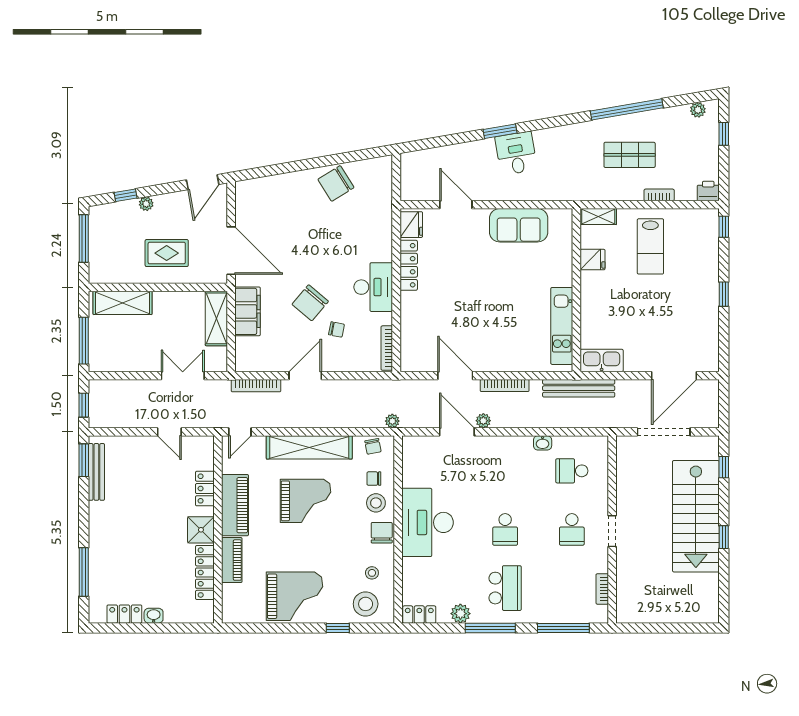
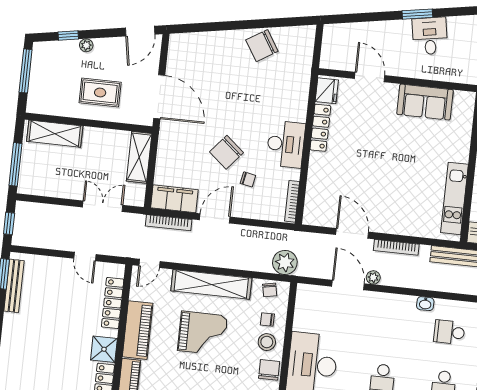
filing cabinet: (248, 311) -> (174, 199), moved, turned -90
plant: (392, 421) -> (285, 262), width x1.88, depth x1.88
locker: (205, 489) -> (113, 303), width x1.53

